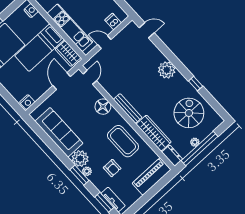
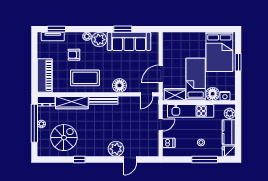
floor lamp: (39, 22) -> (213, 94), added
door: (147, 30) -> (130, 159), moved
plant: (167, 70) -> (116, 149), moved
door: (90, 77) -> (146, 94), hinge flipped
door: (62, 81) -> (161, 74), swing flipped
nightstand: (27, 102) -> (168, 39), removed
spiral stairs: (189, 113) -> (64, 138), turned -90
window: (79, 175) -> (123, 29), moved

